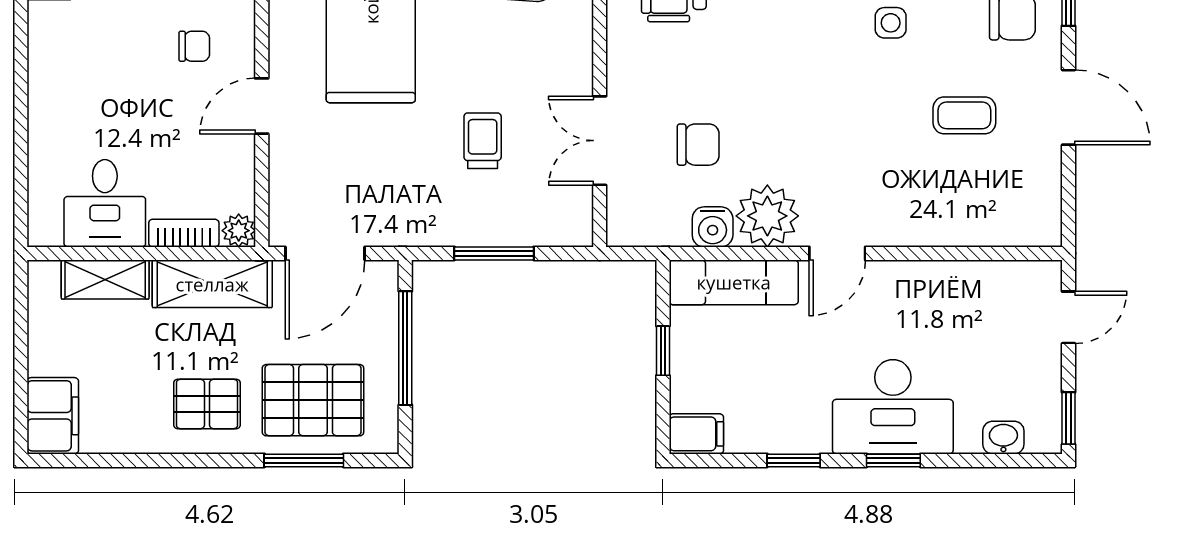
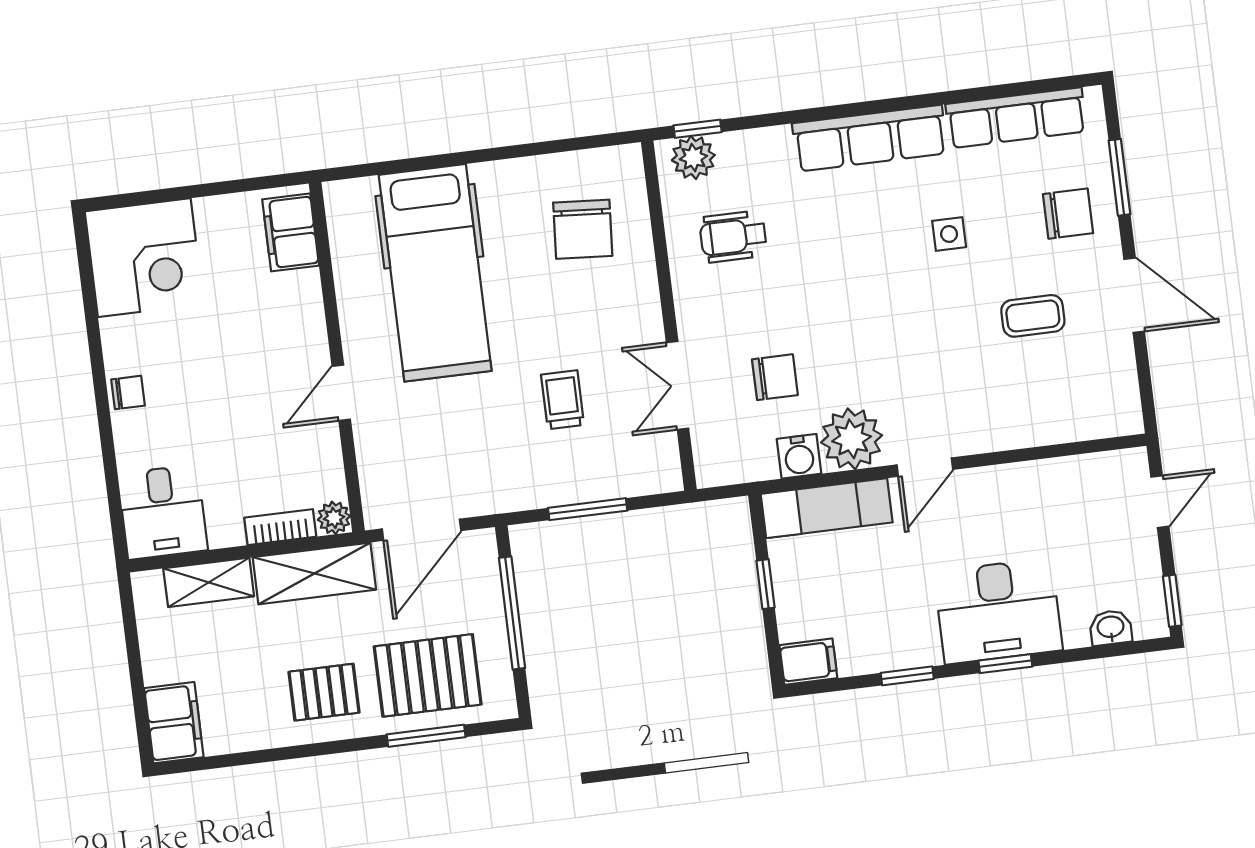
chair: (194, 46) -> (128, 393), moved
desk: (105, 203) -> (163, 512), moved

